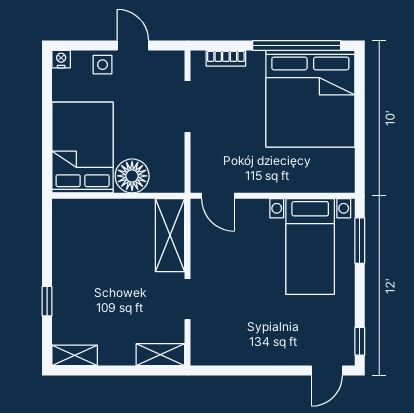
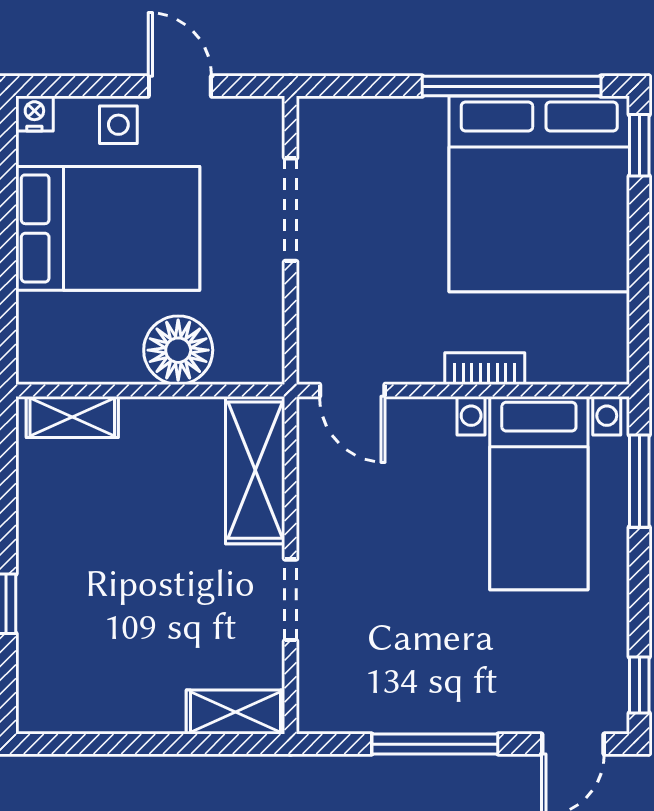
bookcase: (226, 58) -> (485, 369), moved, turned 180
window: (360, 75) -> (639, 145), added
bed: (83, 148) -> (108, 228), moved, turned 90
shelving: (75, 355) -> (72, 417), moved
window: (259, 370) -> (435, 744), added

